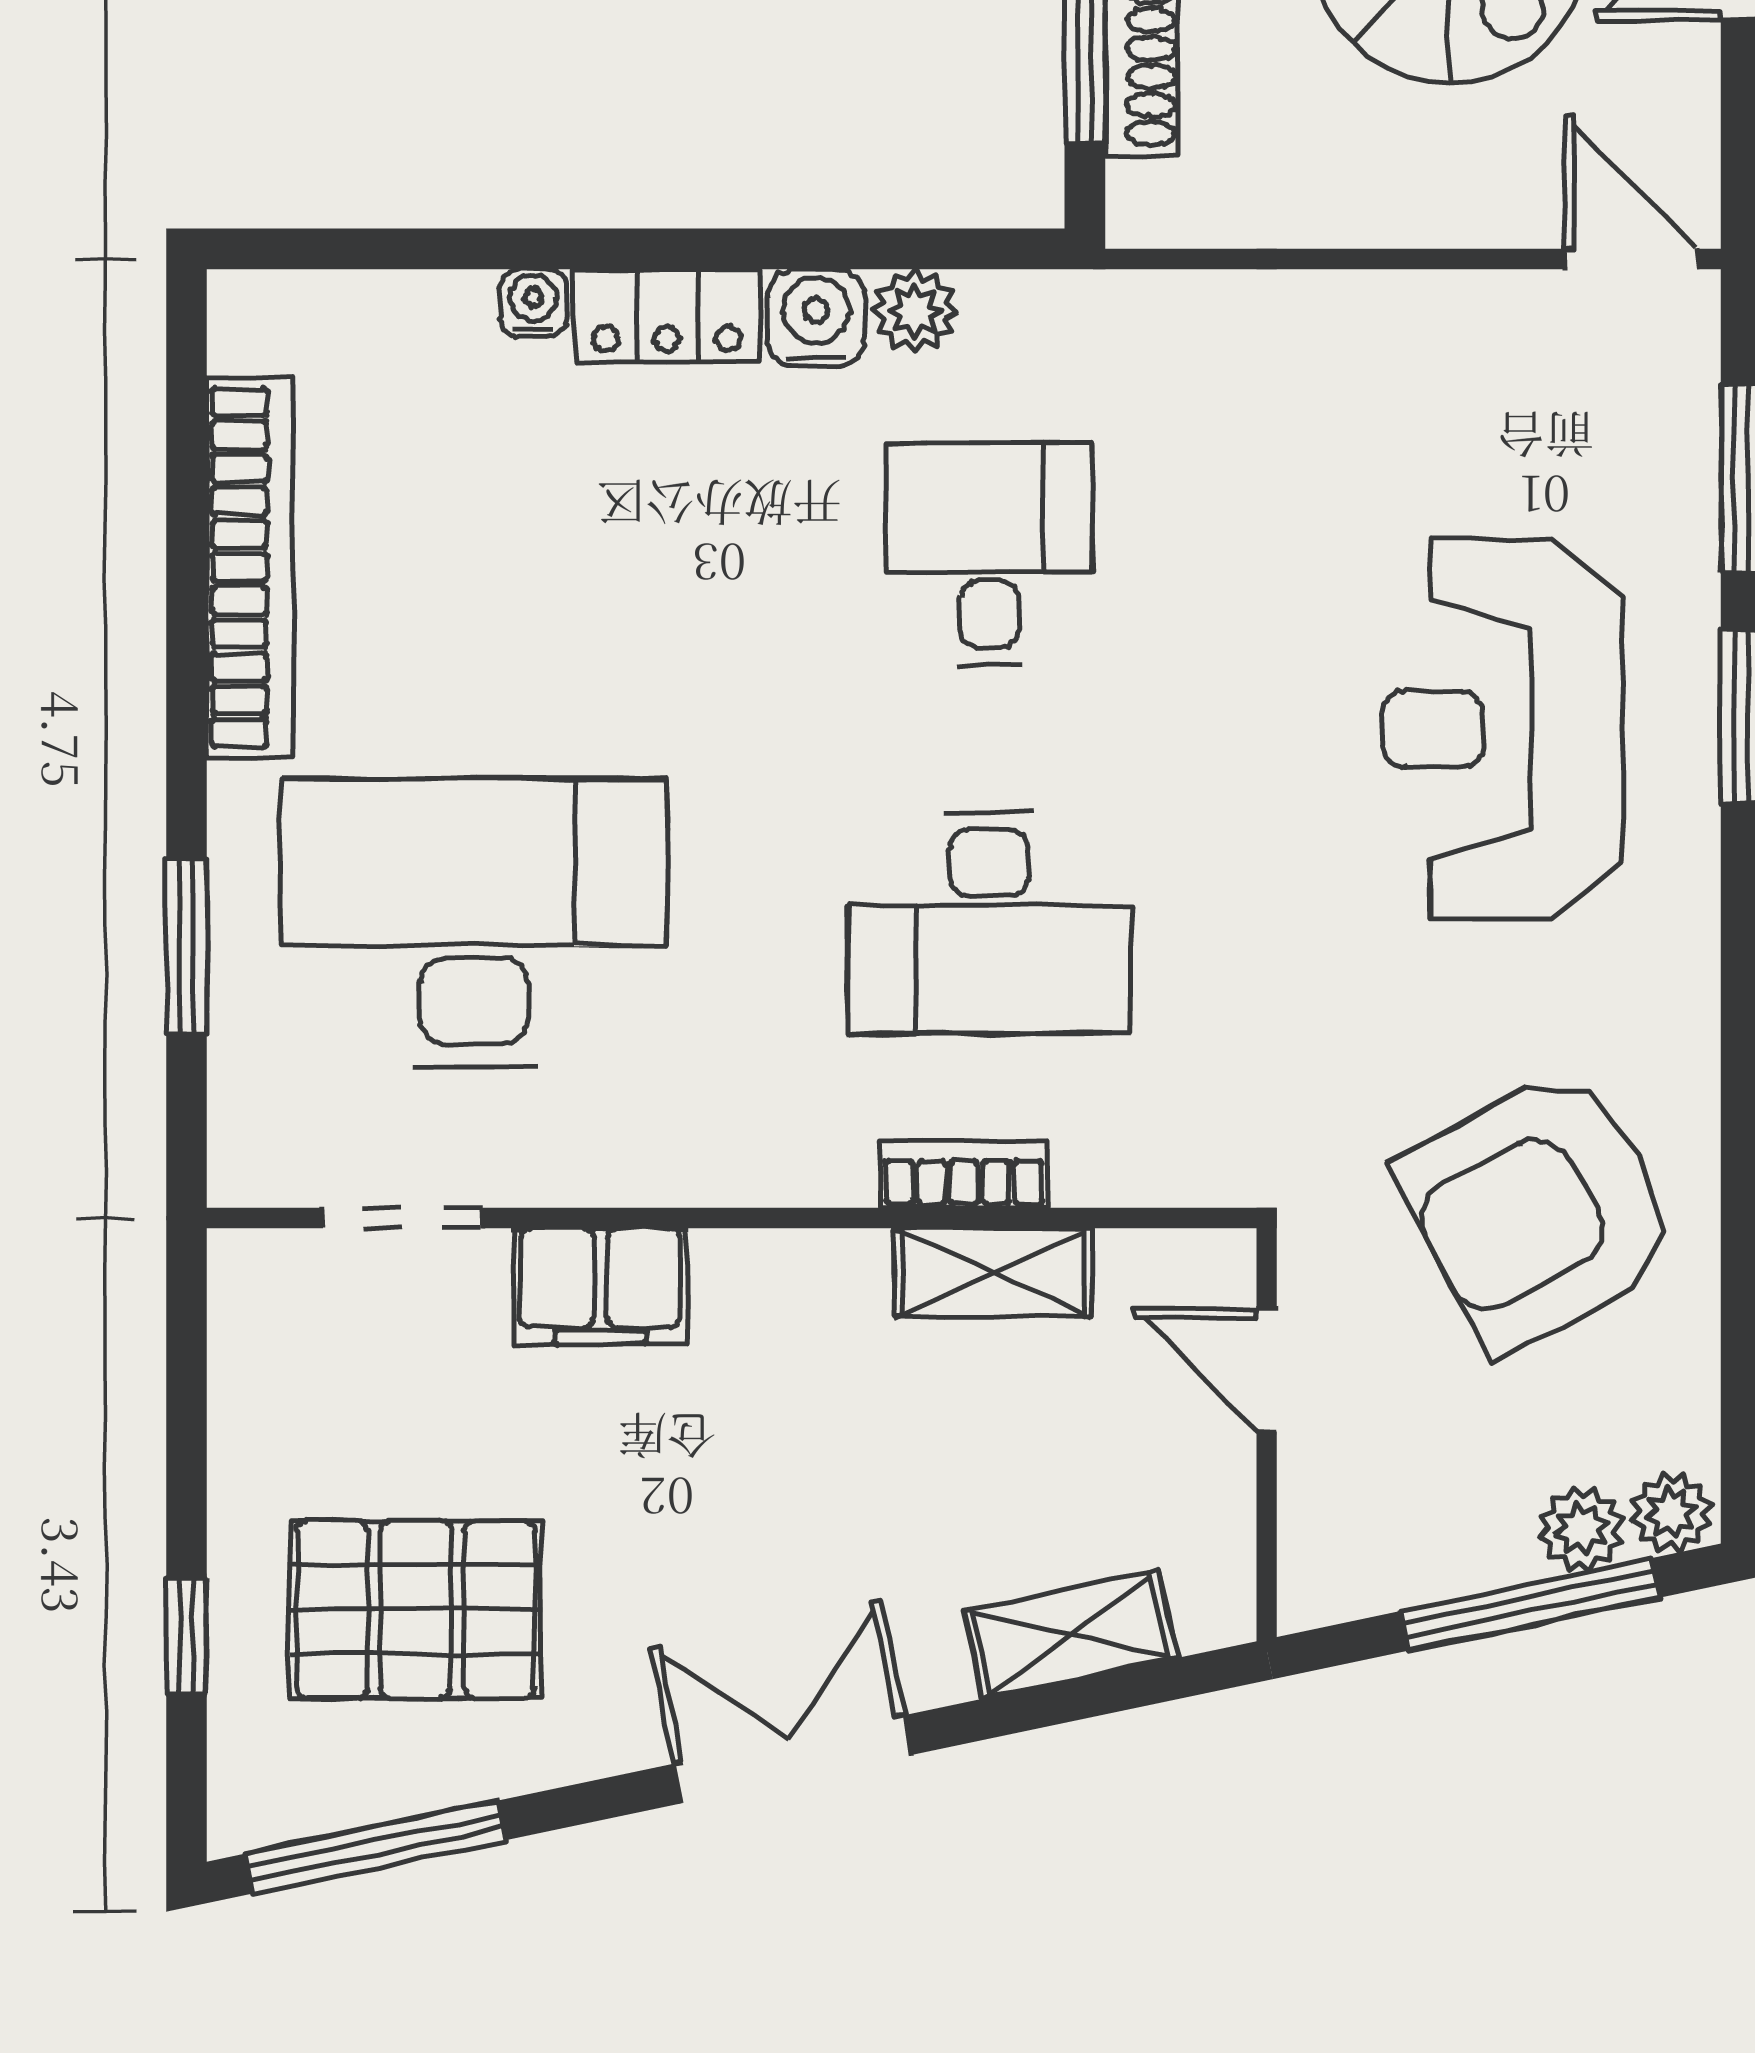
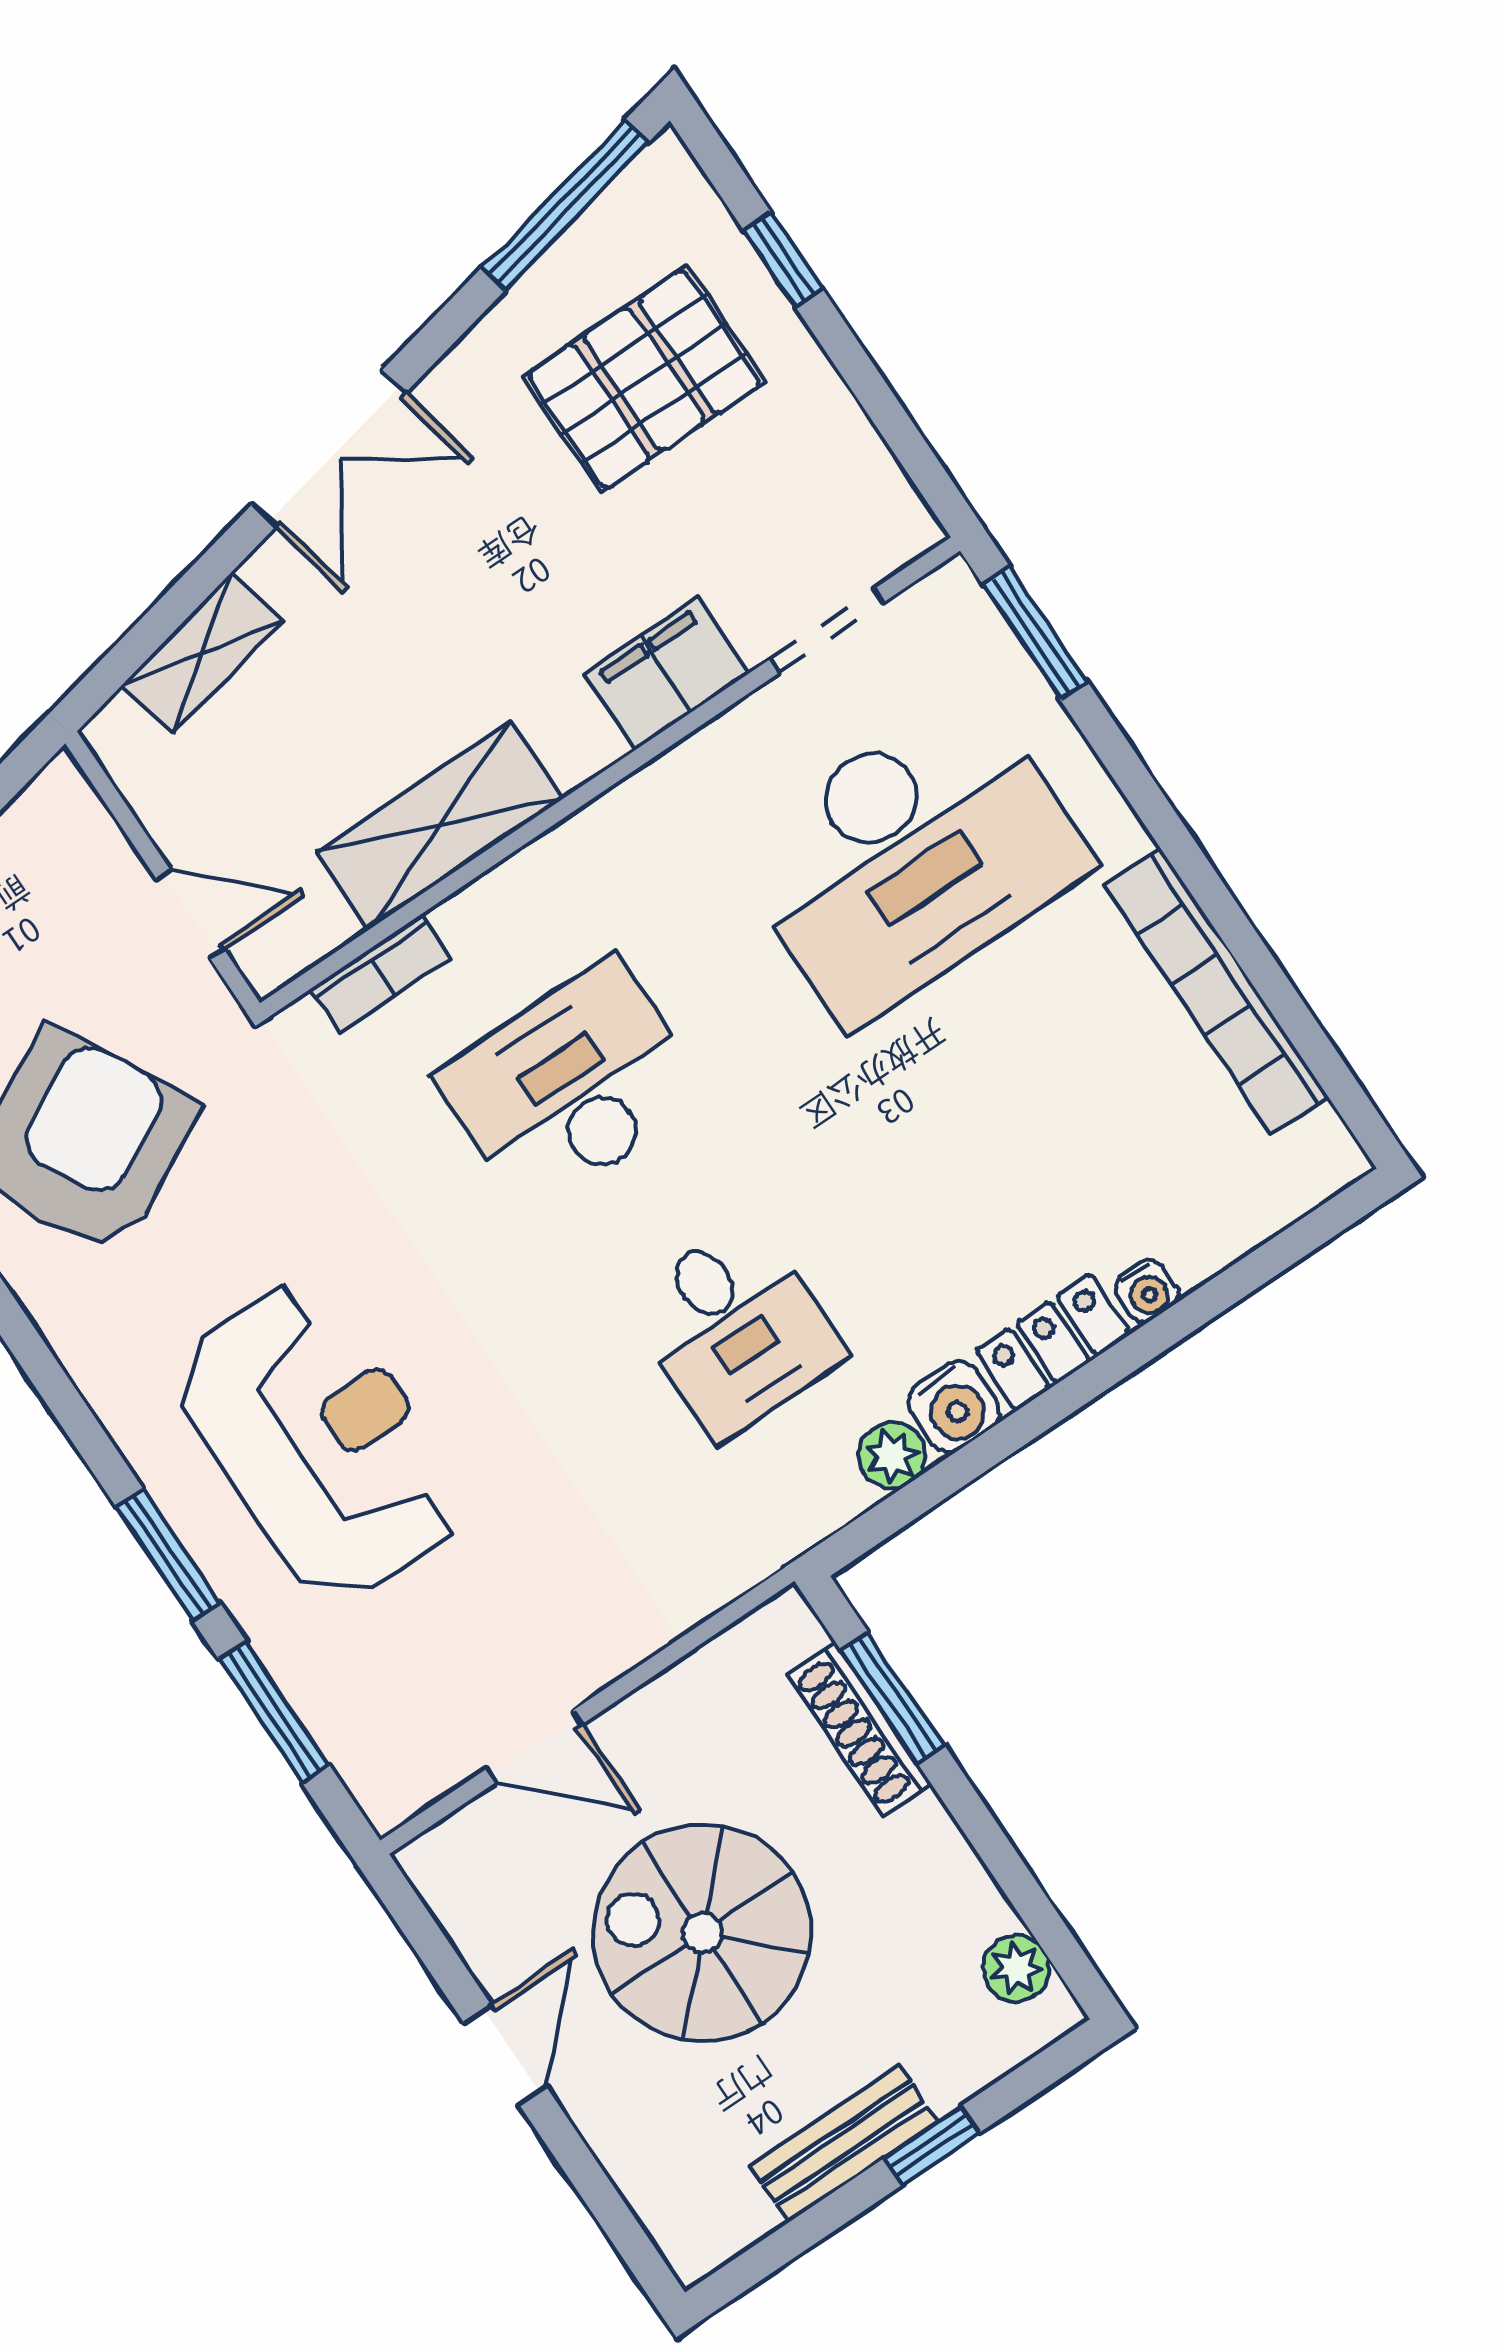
door: (1631, 259) -> (534, 1746), moved
window: (186, 946) -> (1035, 633), moved
bookcase: (964, 1174) -> (381, 973), moved
shelving: (993, 1273) -> (439, 826), width x1.50, depth x1.33

